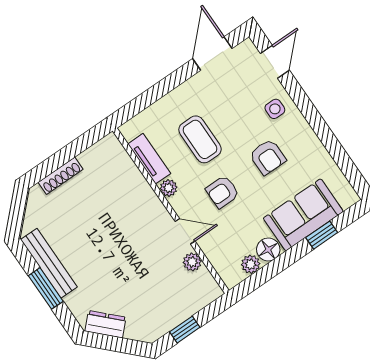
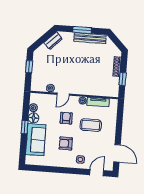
door: (275, 62) -> (97, 173), swing flipped
window: (74, 149) -> (123, 79), added
window: (322, 235) -> (25, 127), moved

